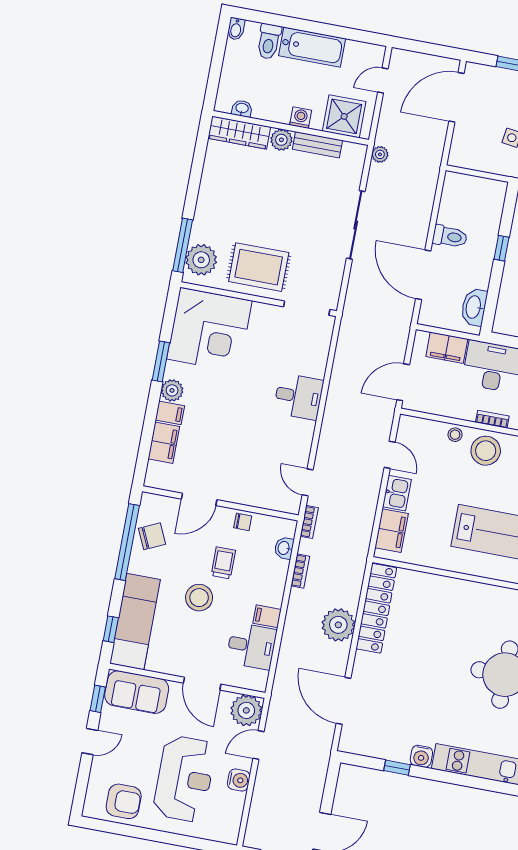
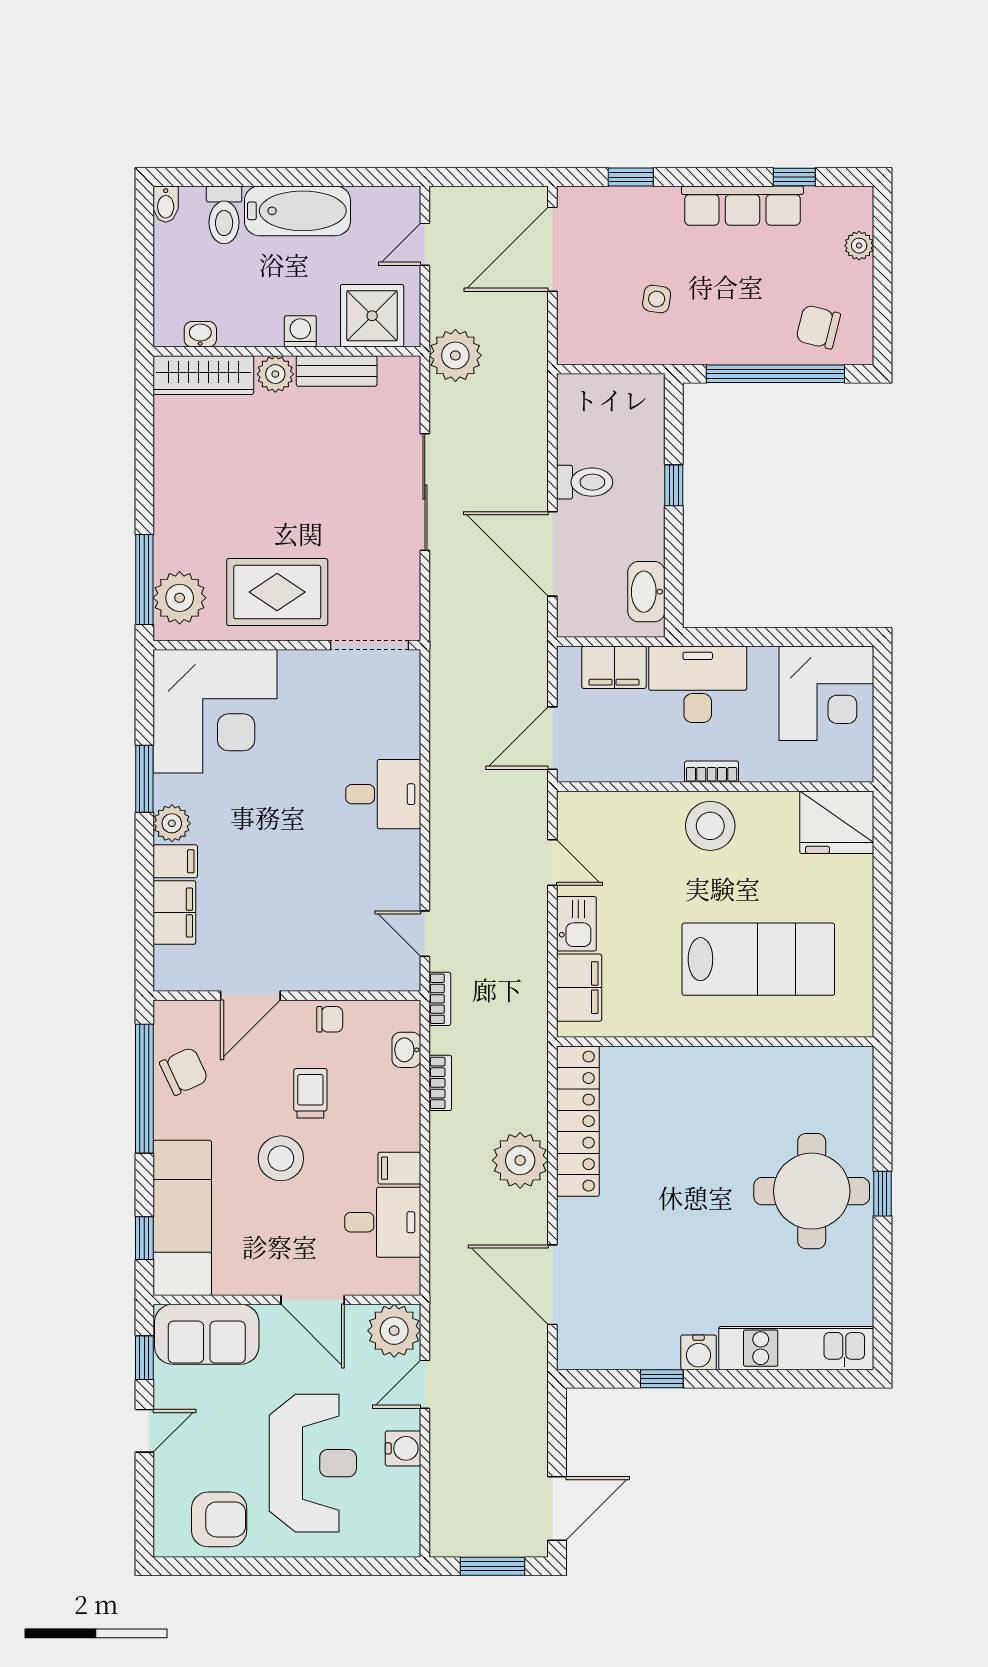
plant: (380, 154) -> (455, 355), width x1.88, depth x1.88
stool: (455, 435) -> (655, 809), removed

